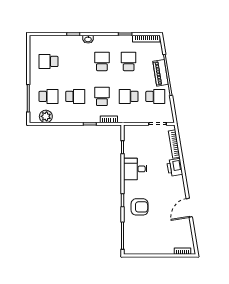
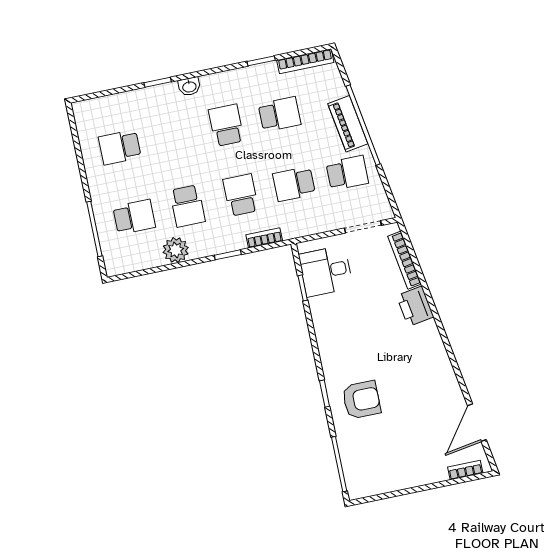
school desk: (129, 61) -> (279, 114), turned 90
school desk: (75, 96) -> (187, 206), turned 90
plant: (46, 116) -> (176, 250), moved
desk: (135, 169) -> (326, 271), moved
door: (189, 208) -> (477, 423), moved

